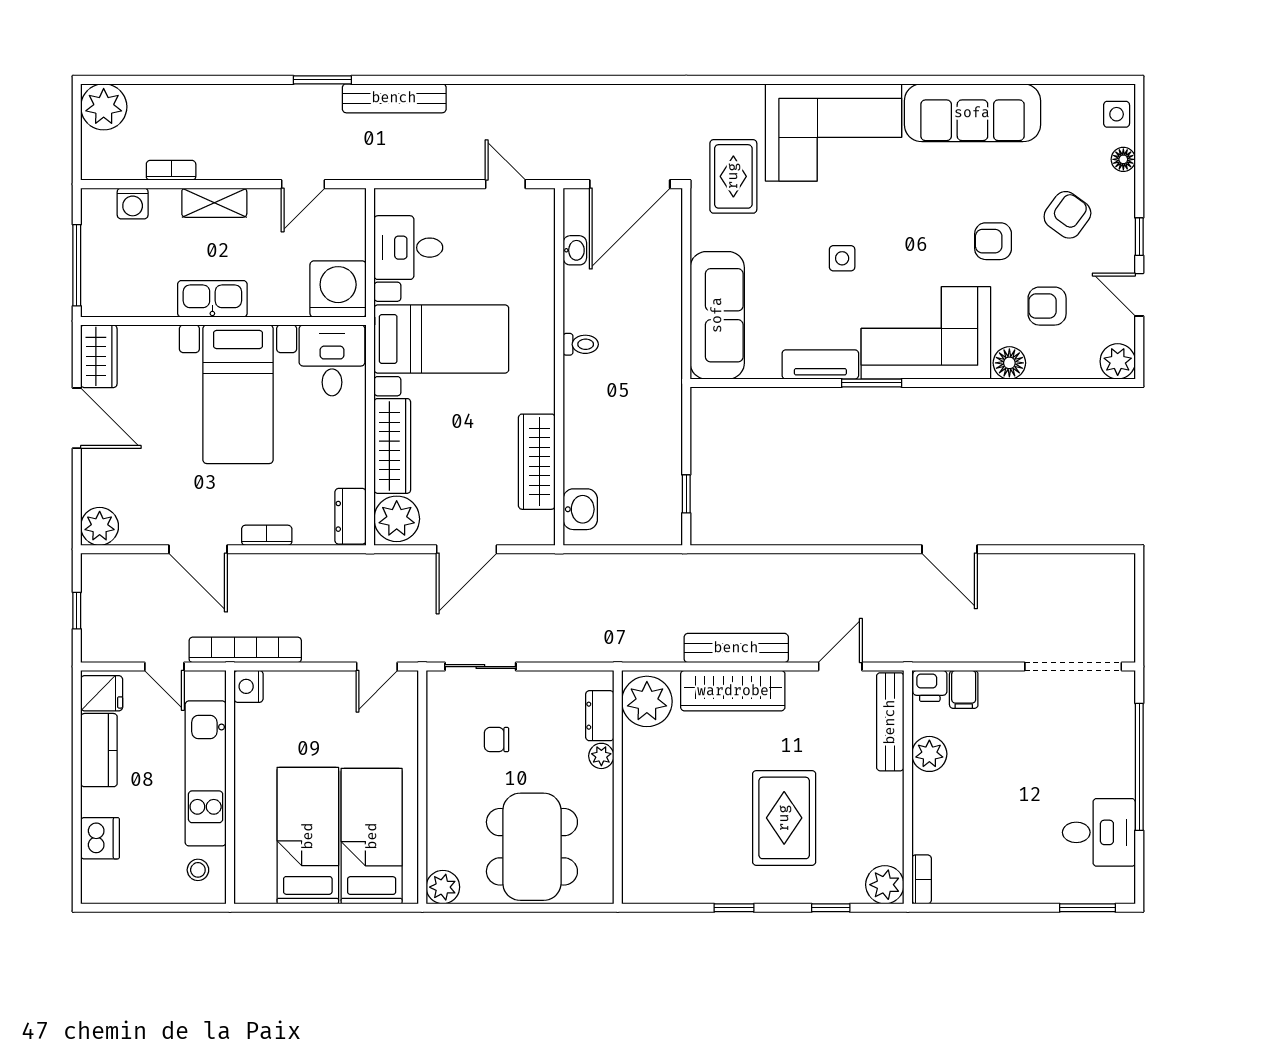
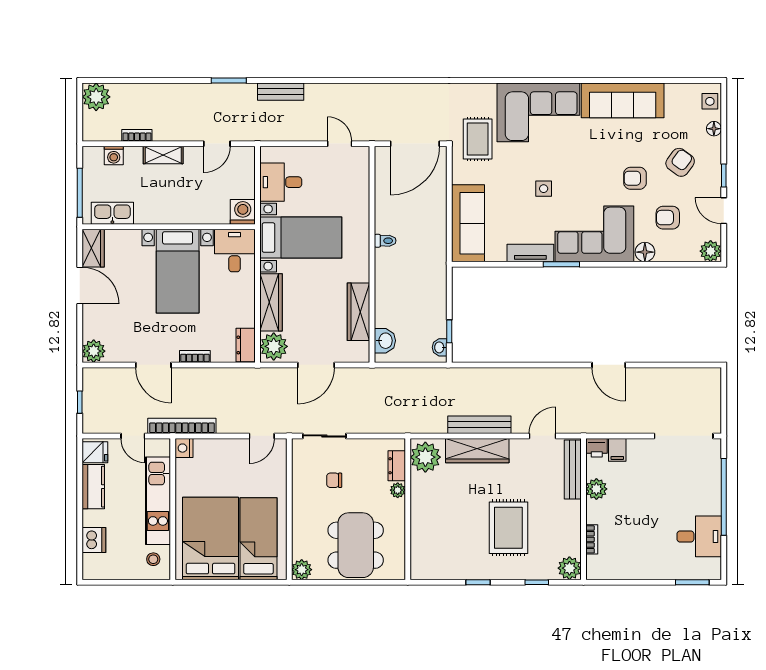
bench: (394, 98) -> (281, 92), width x0.73
washbasin: (575, 250) -> (440, 347), moved, turned 180
washing machine: (338, 289) -> (243, 212), width x0.73, depth x0.73
kitchen sink: (212, 299) -> (112, 213), moved
bed: (308, 836) -> (211, 538), width x1.50
bookcase: (922, 879) -> (592, 539), moved

